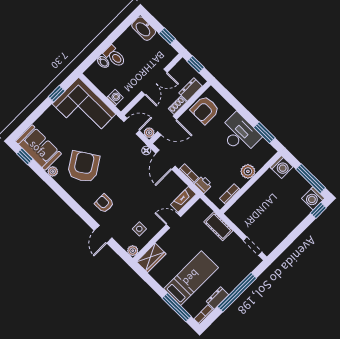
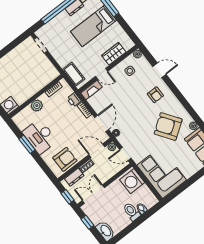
double door: (154, 82) -> (93, 194), moved
window: (57, 94) -> (182, 188), removed
washing machine: (115, 98) -> (132, 181), width x1.89, depth x1.89
window: (264, 133) -> (27, 144), moved
armchair: (83, 167) -> (168, 126), turned 88
cot: (218, 226) -> (74, 74), moved
door: (103, 234) -> (159, 70), hinge flipped
wardrobe: (151, 258) -> (114, 54), moved

